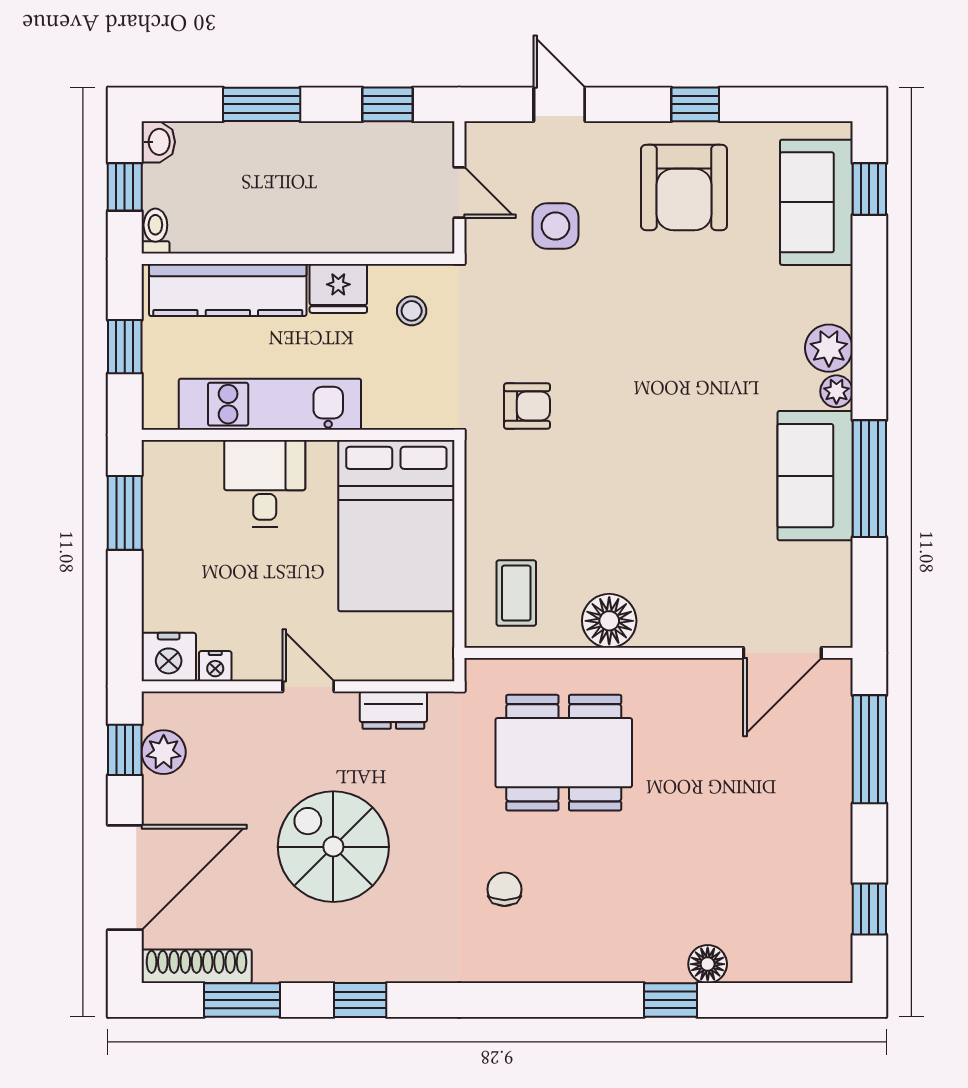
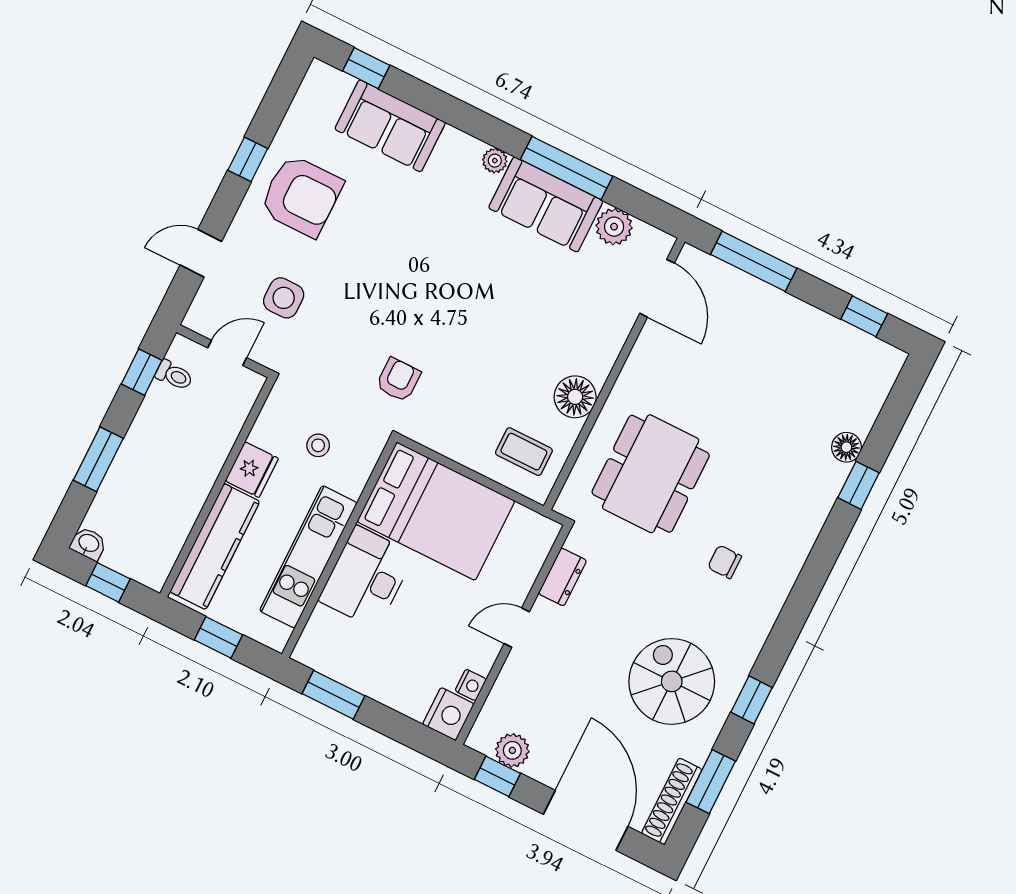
sofa: (816, 202) -> (390, 126), moved
toilet: (155, 231) -> (174, 375), moved, turned 180
stool: (412, 311) -> (318, 445), moved
plant: (829, 348) -> (614, 227), moved
desk: (265, 483) -> (367, 577), width x1.37
spiral stairs: (333, 847) -> (672, 681), moved, turned 90

